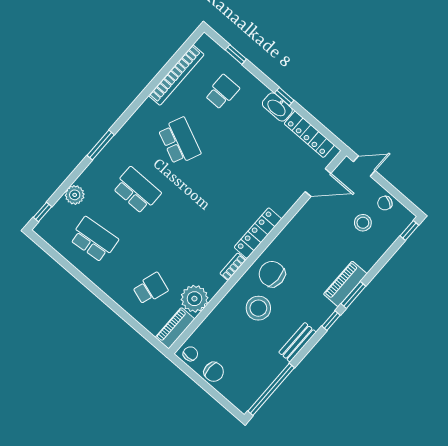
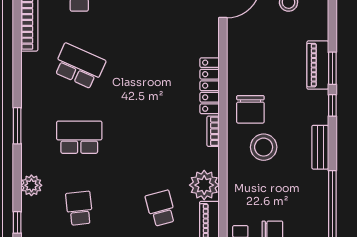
school desk: (94, 240) -> (79, 208), width x0.54
chair: (272, 274) -> (250, 109), turned -90
school desk: (150, 289) -> (161, 208), turned -33

